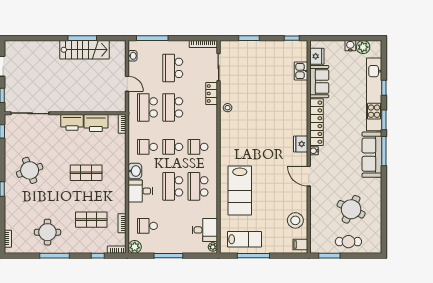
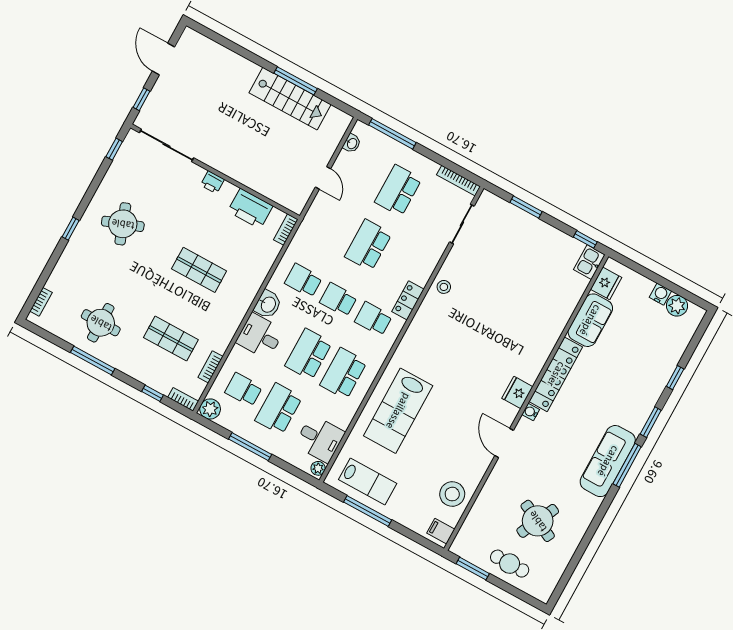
kitchen sink: (301, 71) -> (589, 262), moved
locker: (212, 93) -> (408, 300), moved
kitchen unit: (374, 94) -> (656, 379), removed
school desk: (147, 107) -> (279, 409), moved
printer: (72, 122) -> (212, 182), width x0.53, depth x0.68

